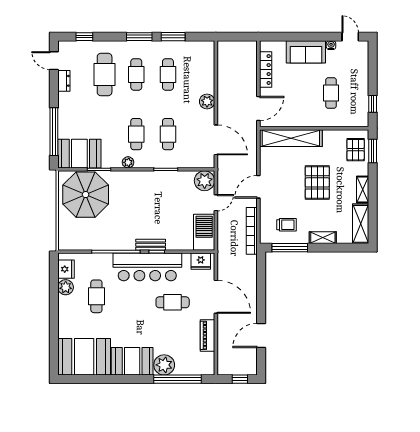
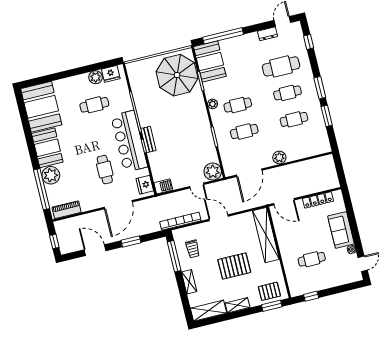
barbecue: (204, 232) -> (163, 186), width x0.53, depth x0.65
window: (261, 293) -> (131, 241), added
piano: (208, 335) -> (67, 210), moved

